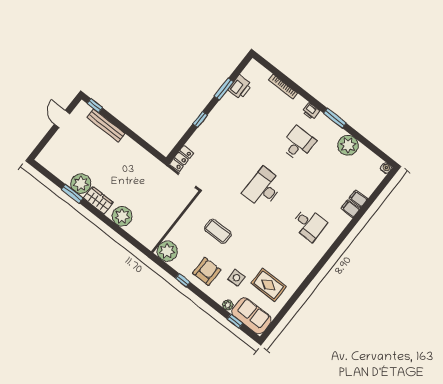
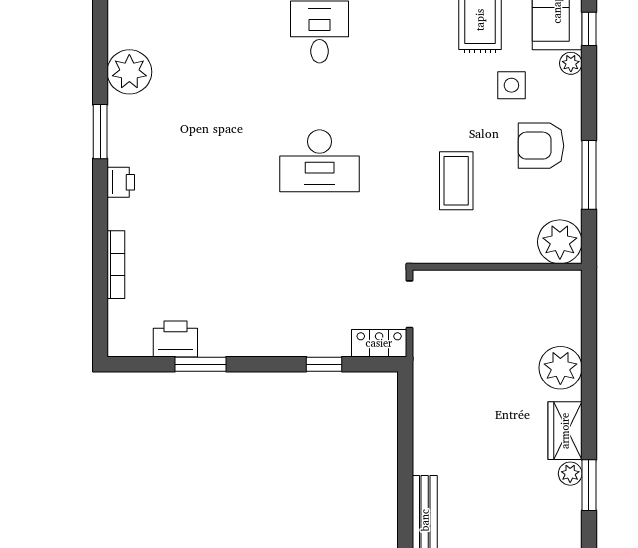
window: (200, 119) -> (324, 364), moved
desk: (298, 144) -> (194, 161), removed
plant: (81, 184) -> (570, 474), width x0.53, depth x0.53
window: (183, 280) -> (589, 175), width x2.17

